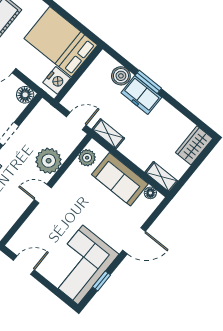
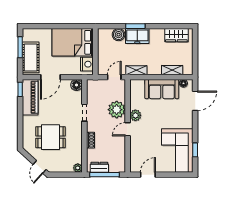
wardrobe: (194, 145) -> (176, 35), moved, turned -90
plant: (87, 158) -> (135, 115), moved
shelving: (161, 177) -> (172, 70), moved
door: (134, 241) -> (195, 101), moved

